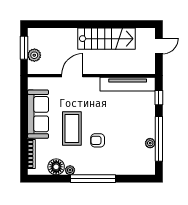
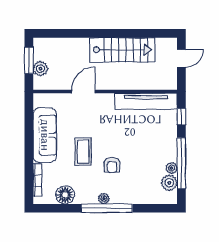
coffee table: (72, 128) -> (83, 151), width x0.73, depth x0.76
armchair: (98, 140) -> (112, 165), turned -90
plant: (148, 156) -> (169, 183), added
plant: (70, 170) -> (104, 199), moved

